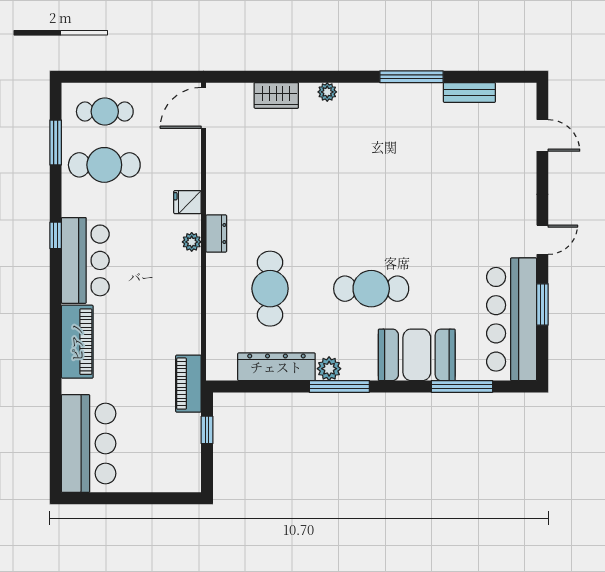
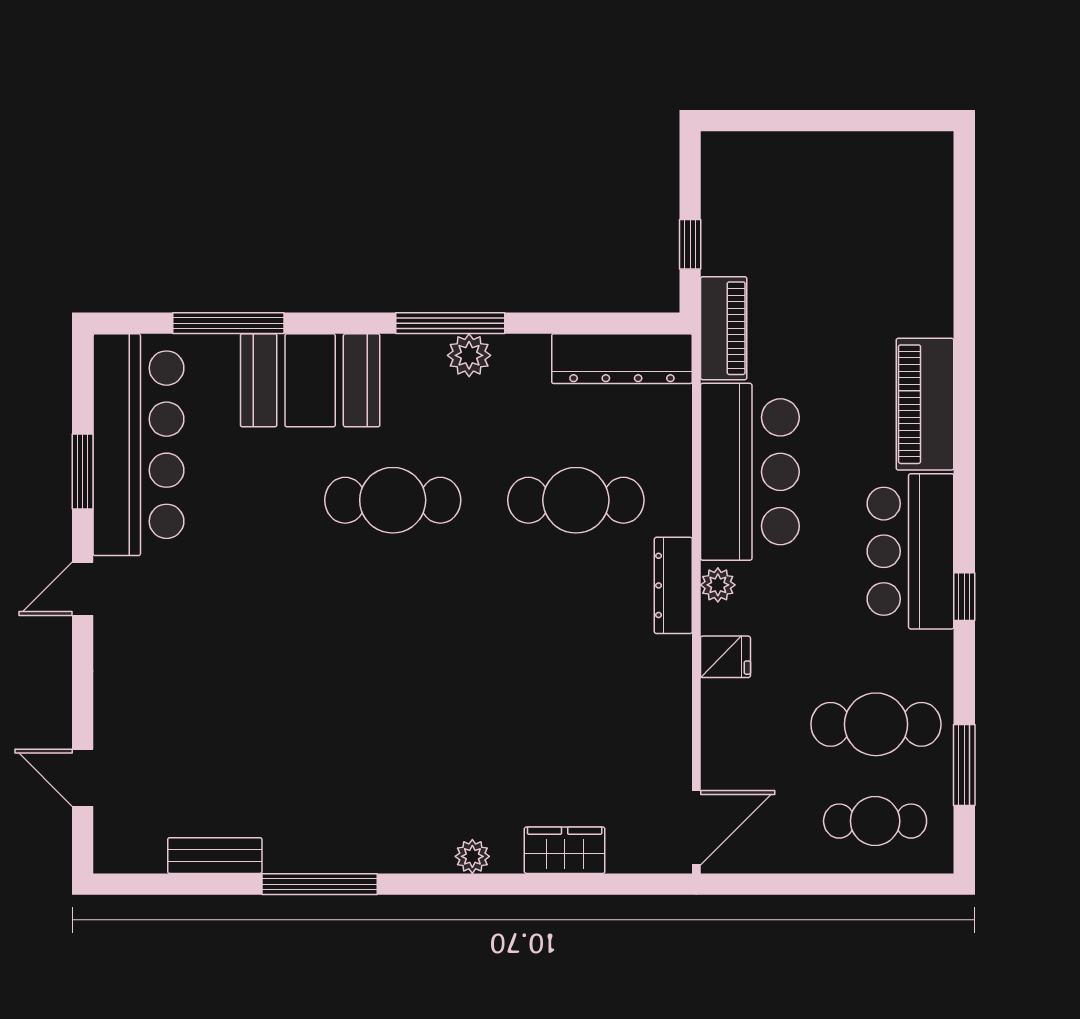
dresser: (216, 233) -> (673, 585), width x1.44
cafe table: (270, 289) -> (576, 500), turned 90
dresser: (276, 367) -> (622, 359), moved
bar counter: (89, 443) -> (750, 472), moved, turned 180

